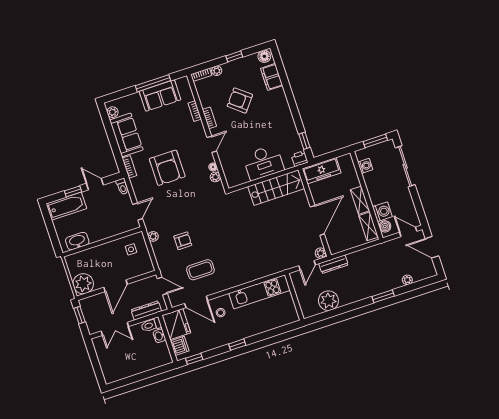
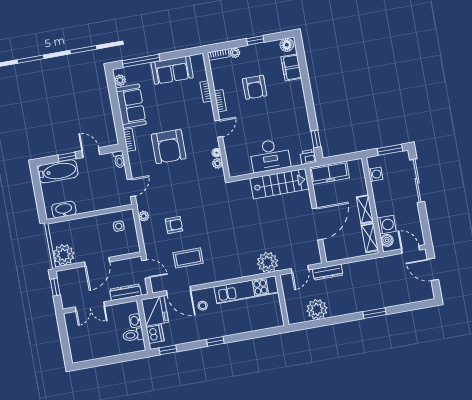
window: (153, 83) -> (141, 61), moved
armchair: (240, 100) -> (255, 87), turned -129
plant: (321, 253) -> (267, 262), moved, width x1.87, depth x1.87
plant: (407, 280) -> (402, 300), removed
toilet: (151, 325) -> (133, 335), moved

